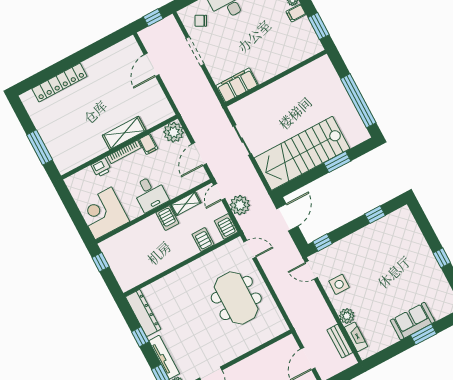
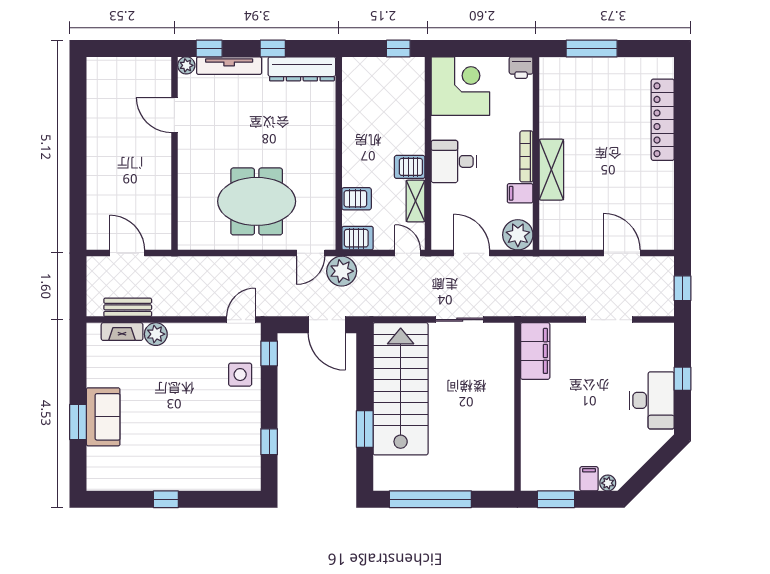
chair: (201, 21) -> (645, 349), removed
printer: (101, 167) -> (521, 68), moved, turned -90
plant: (240, 205) -> (342, 271), moved
side table: (339, 284) -> (240, 375), moved

